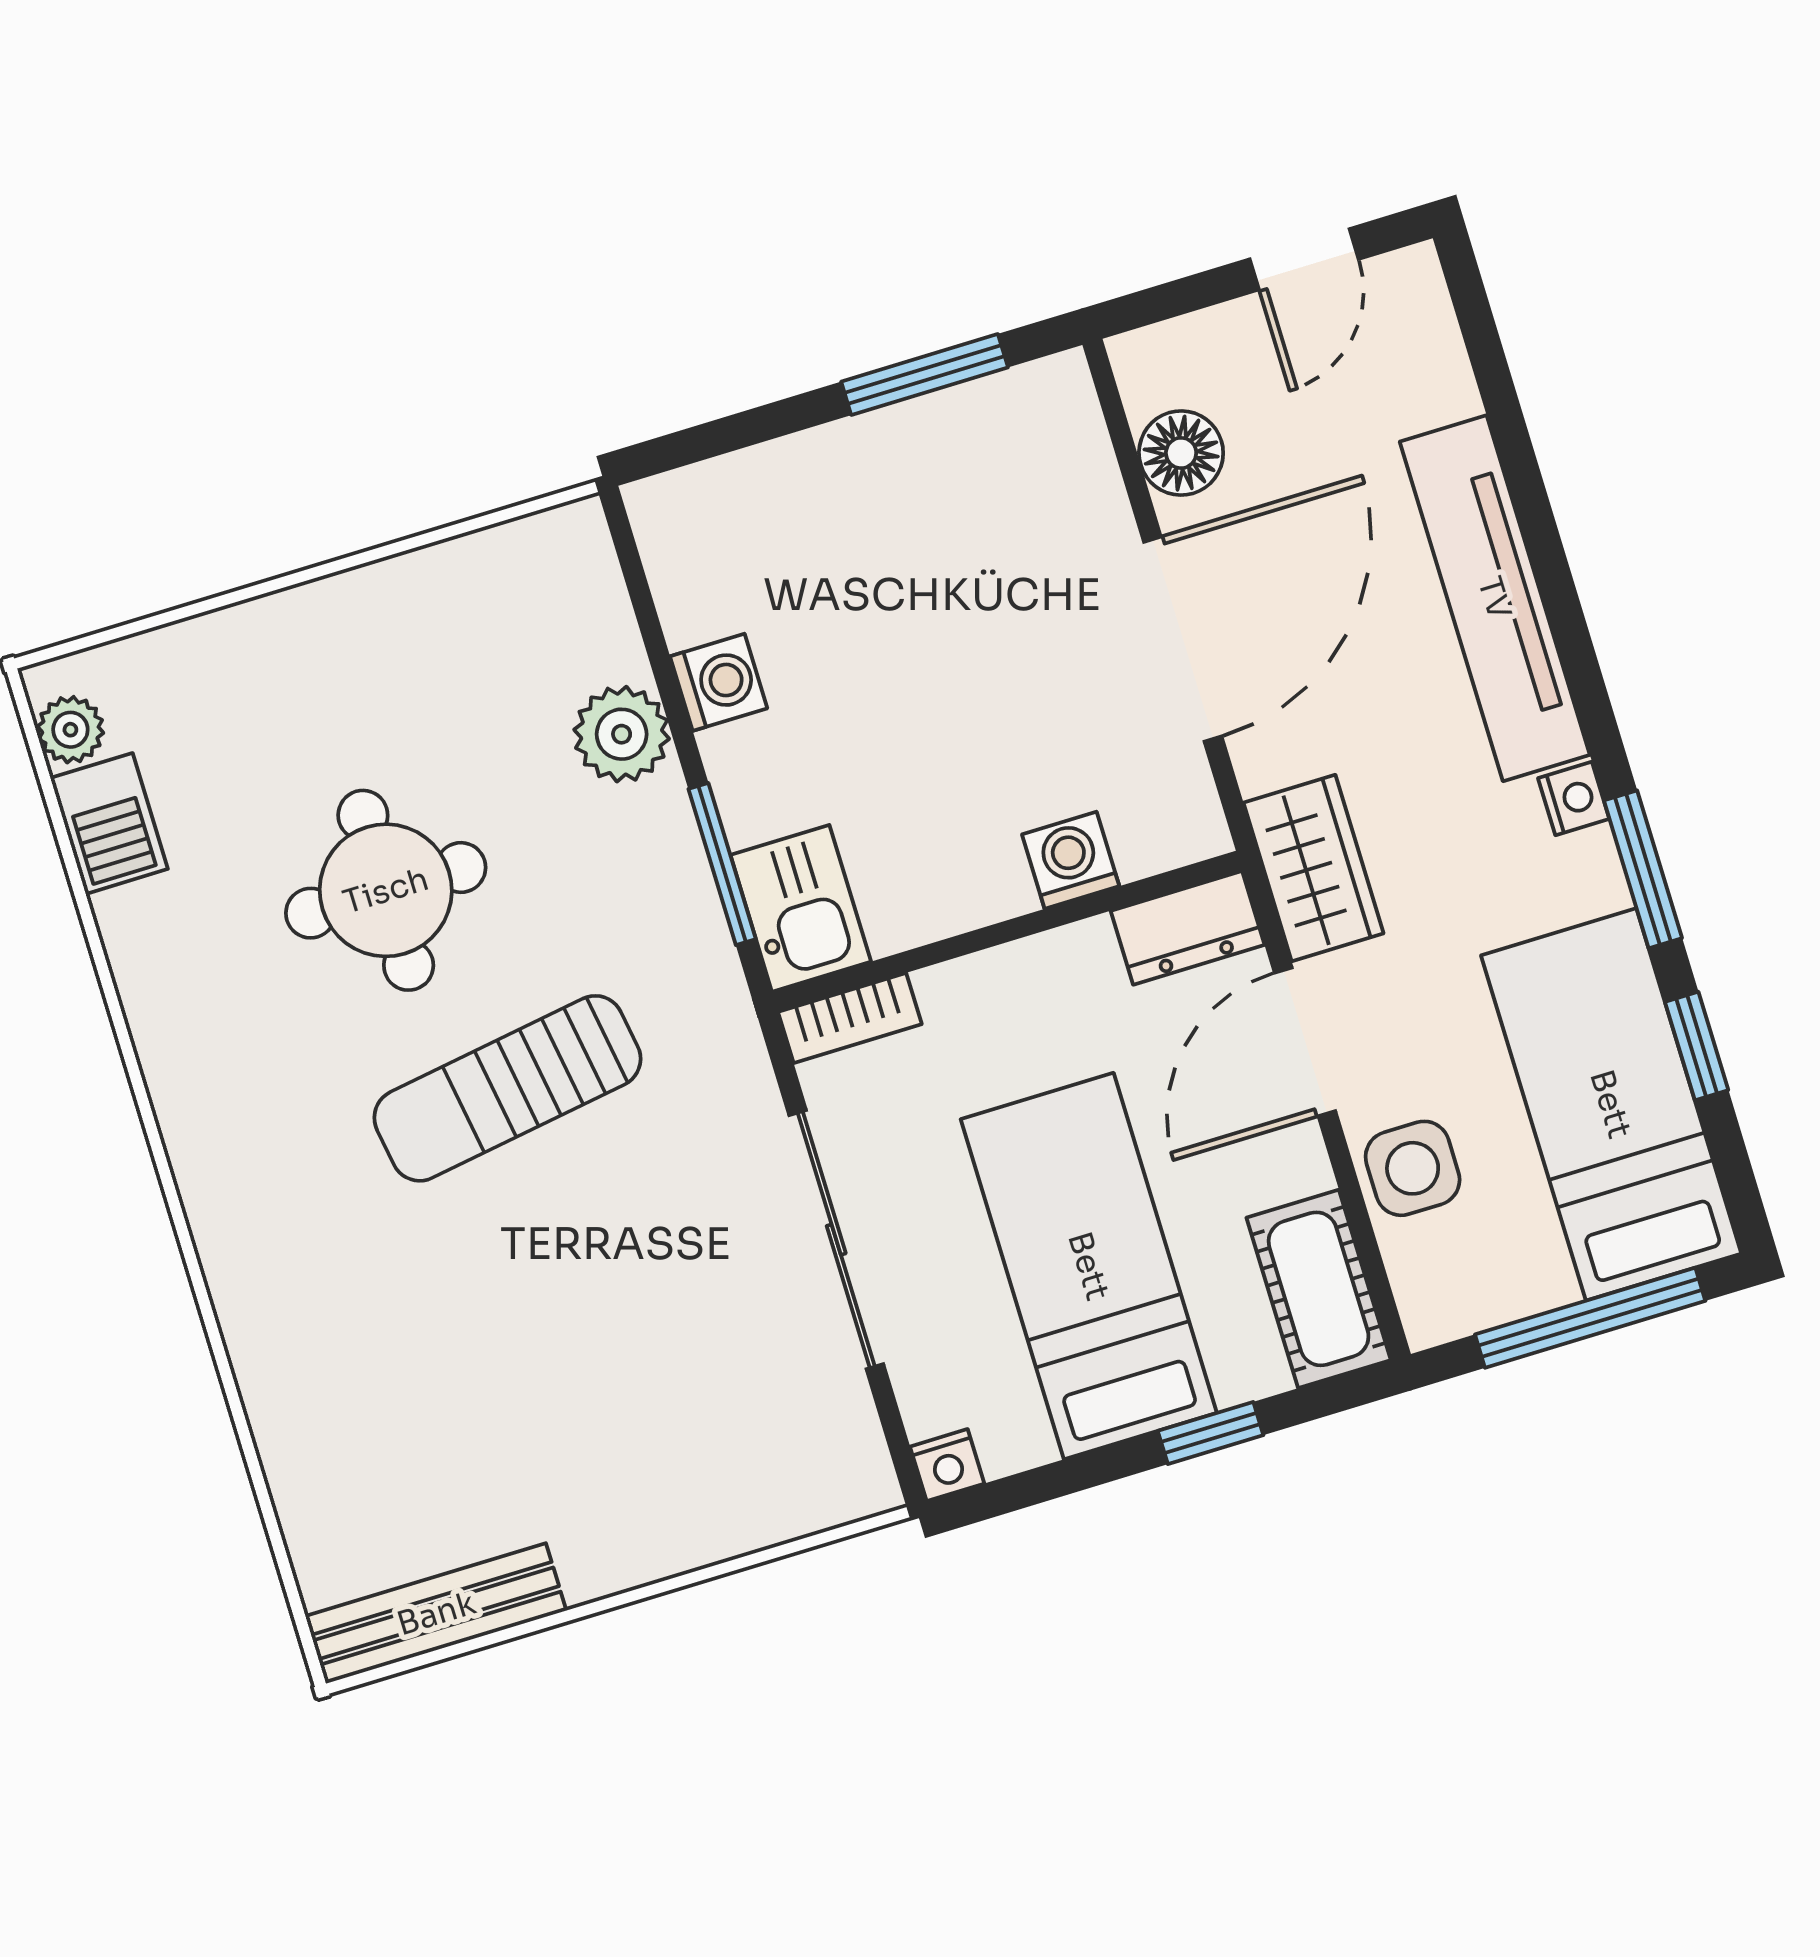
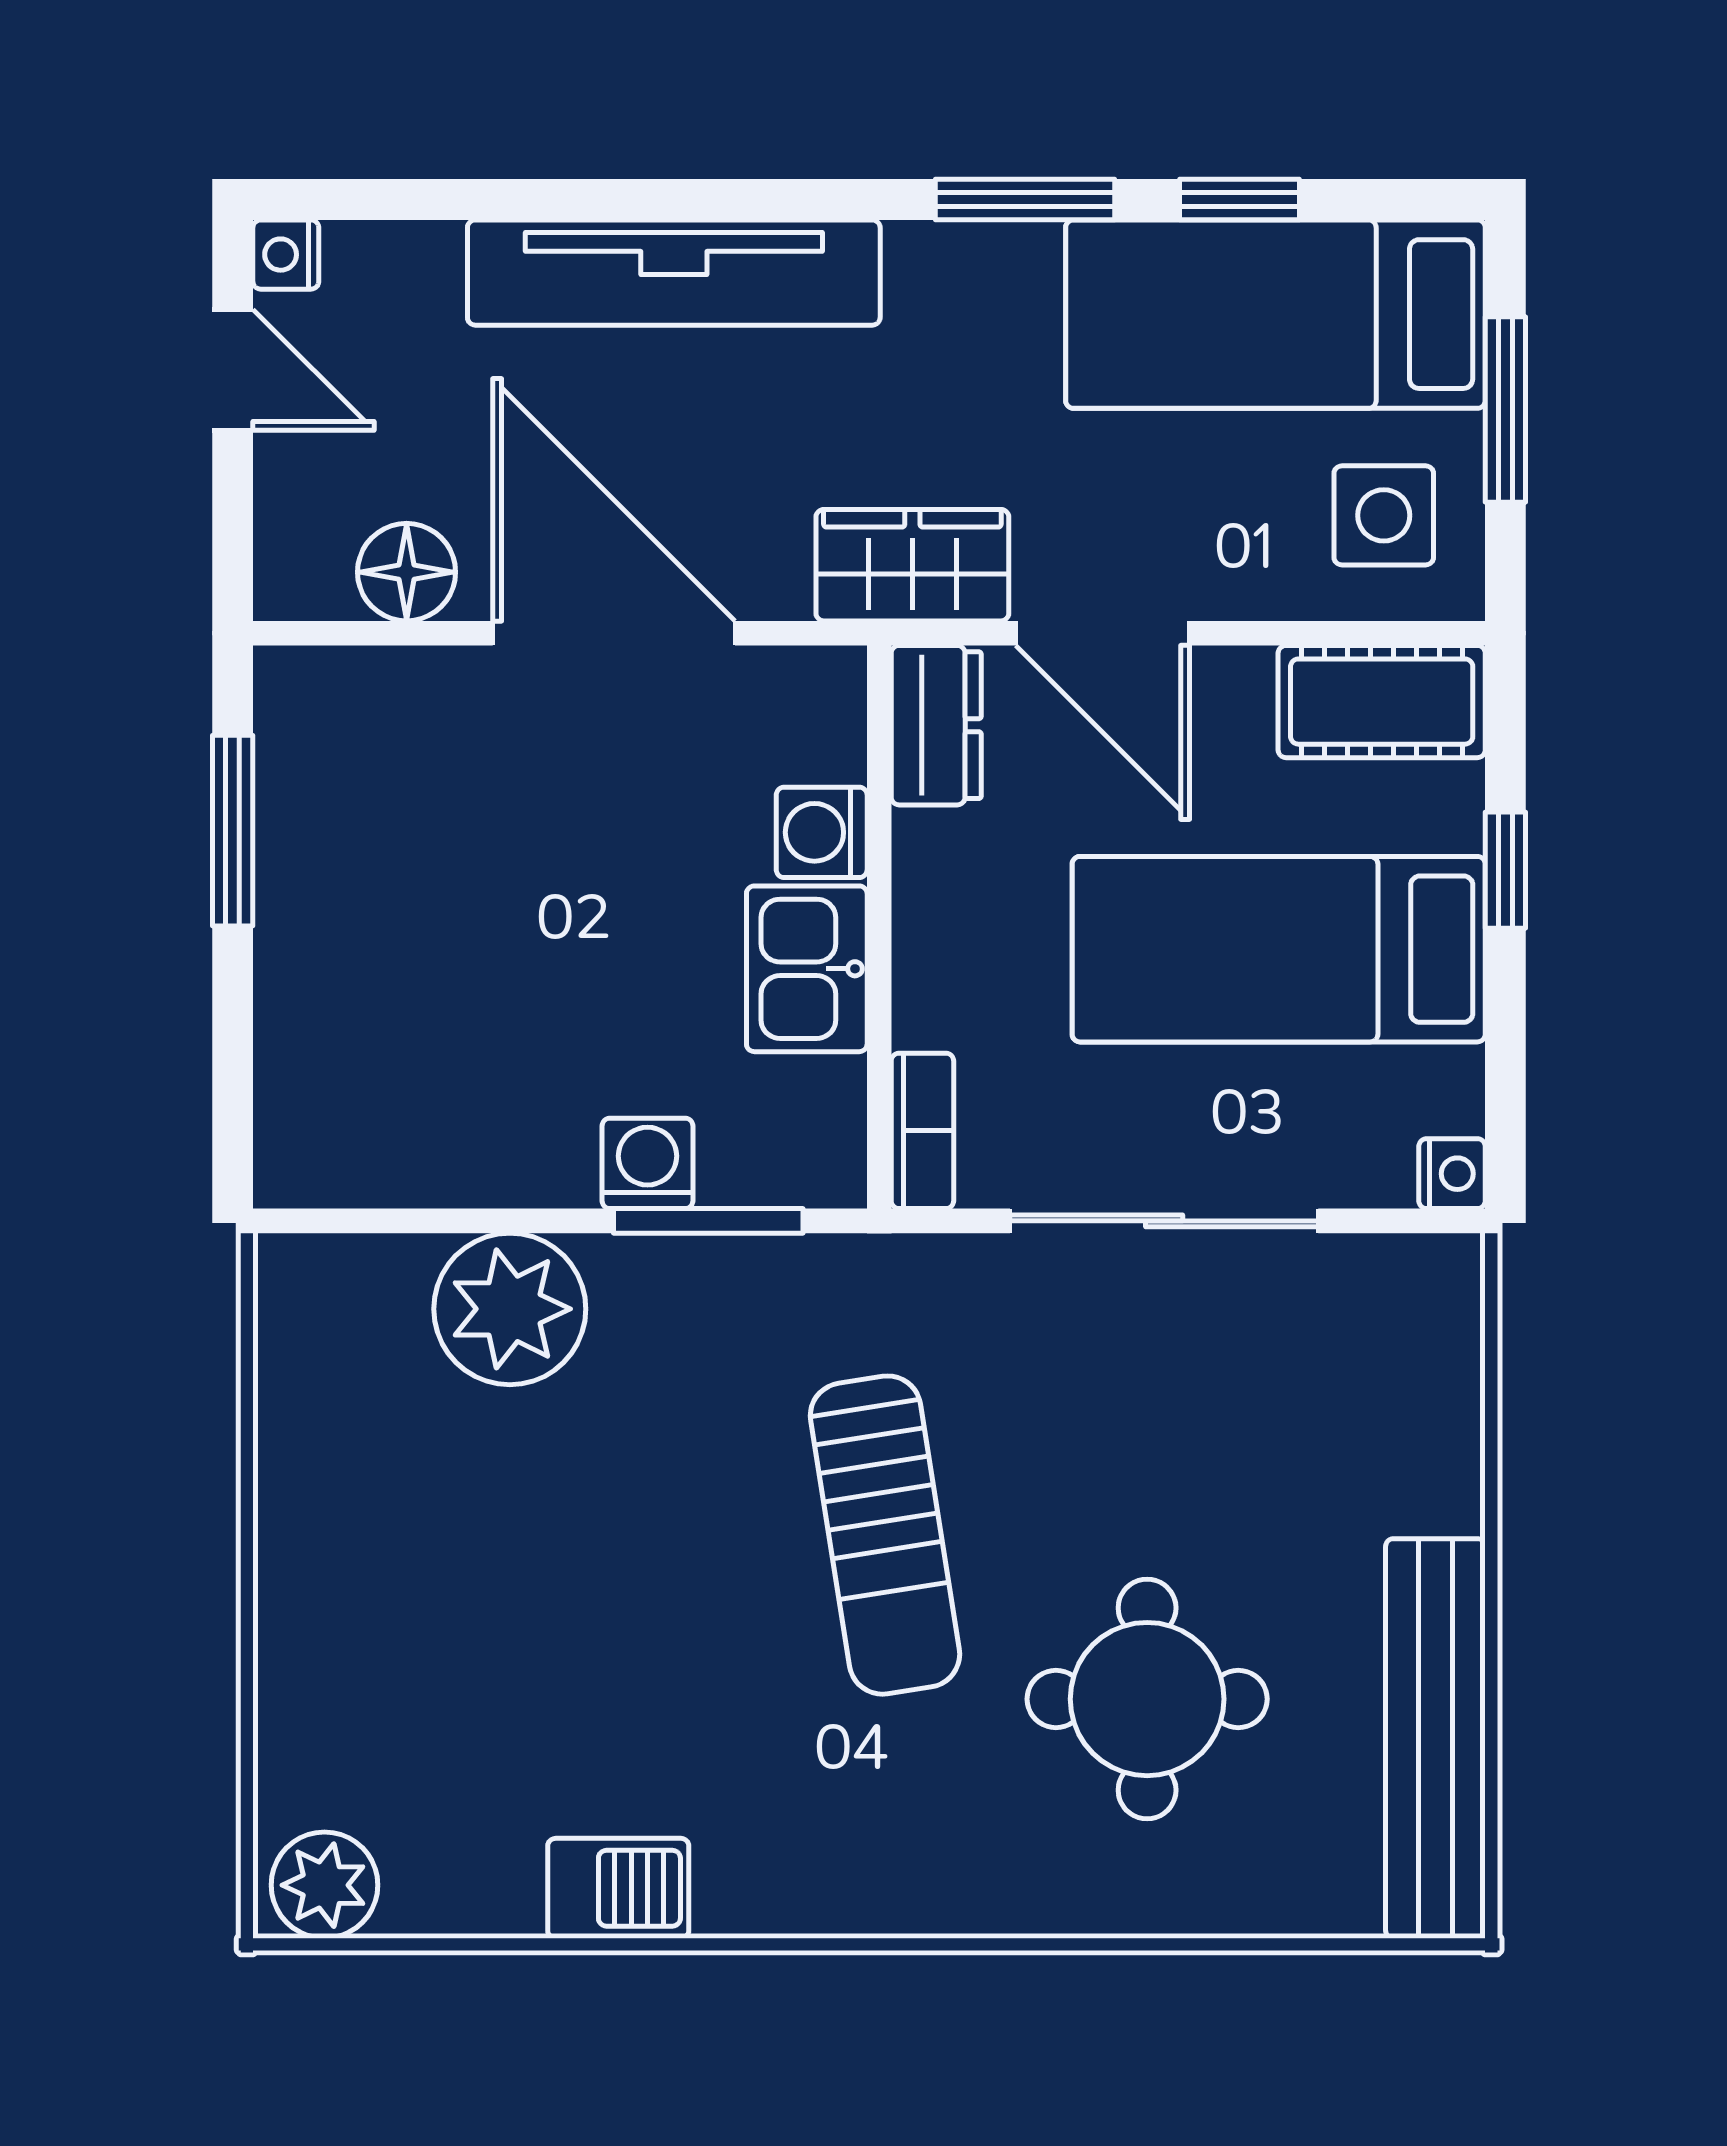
washing machine: (719, 682) -> (647, 1163), moved
plant: (70, 730) -> (324, 1885), width x1.38, depth x1.38
plant: (622, 734) -> (510, 1309), width x1.36, depth x1.36
nightstand: (1574, 798) -> (286, 255), moved, turned -90
barbecue: (109, 823) -> (618, 1888), moved
round table: (386, 890) -> (1147, 1699), moved
kitchen sink: (801, 908) -> (807, 969), moved, turned -90
side table: (1413, 1168) -> (1384, 515), moved
window: (1590, 1318) -> (1505, 409), width x0.69
bench: (436, 1613) -> (1435, 1738), width x1.37, depth x1.21

